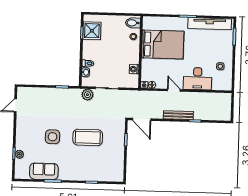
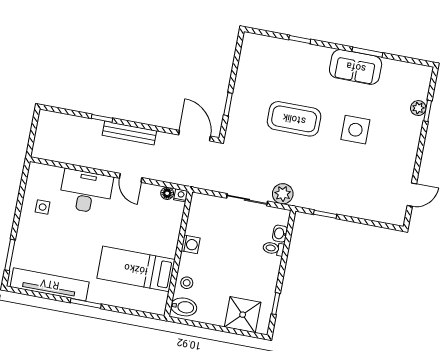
shower: (92, 31) -> (243, 315), moved
bed: (163, 45) -> (136, 269), width x0.67
washing machine: (134, 69) -> (191, 244), moved
sofa: (44, 171) -> (356, 67), moved

